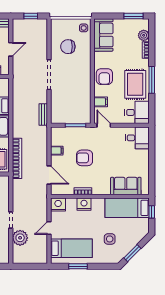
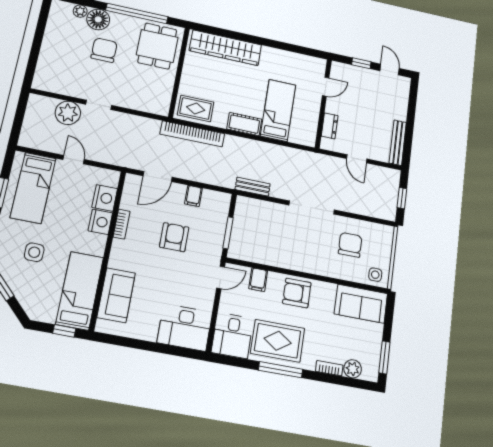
desk: (137, 138) -> (185, 327), width x1.37
nightstand: (58, 205) -> (105, 198), moved

